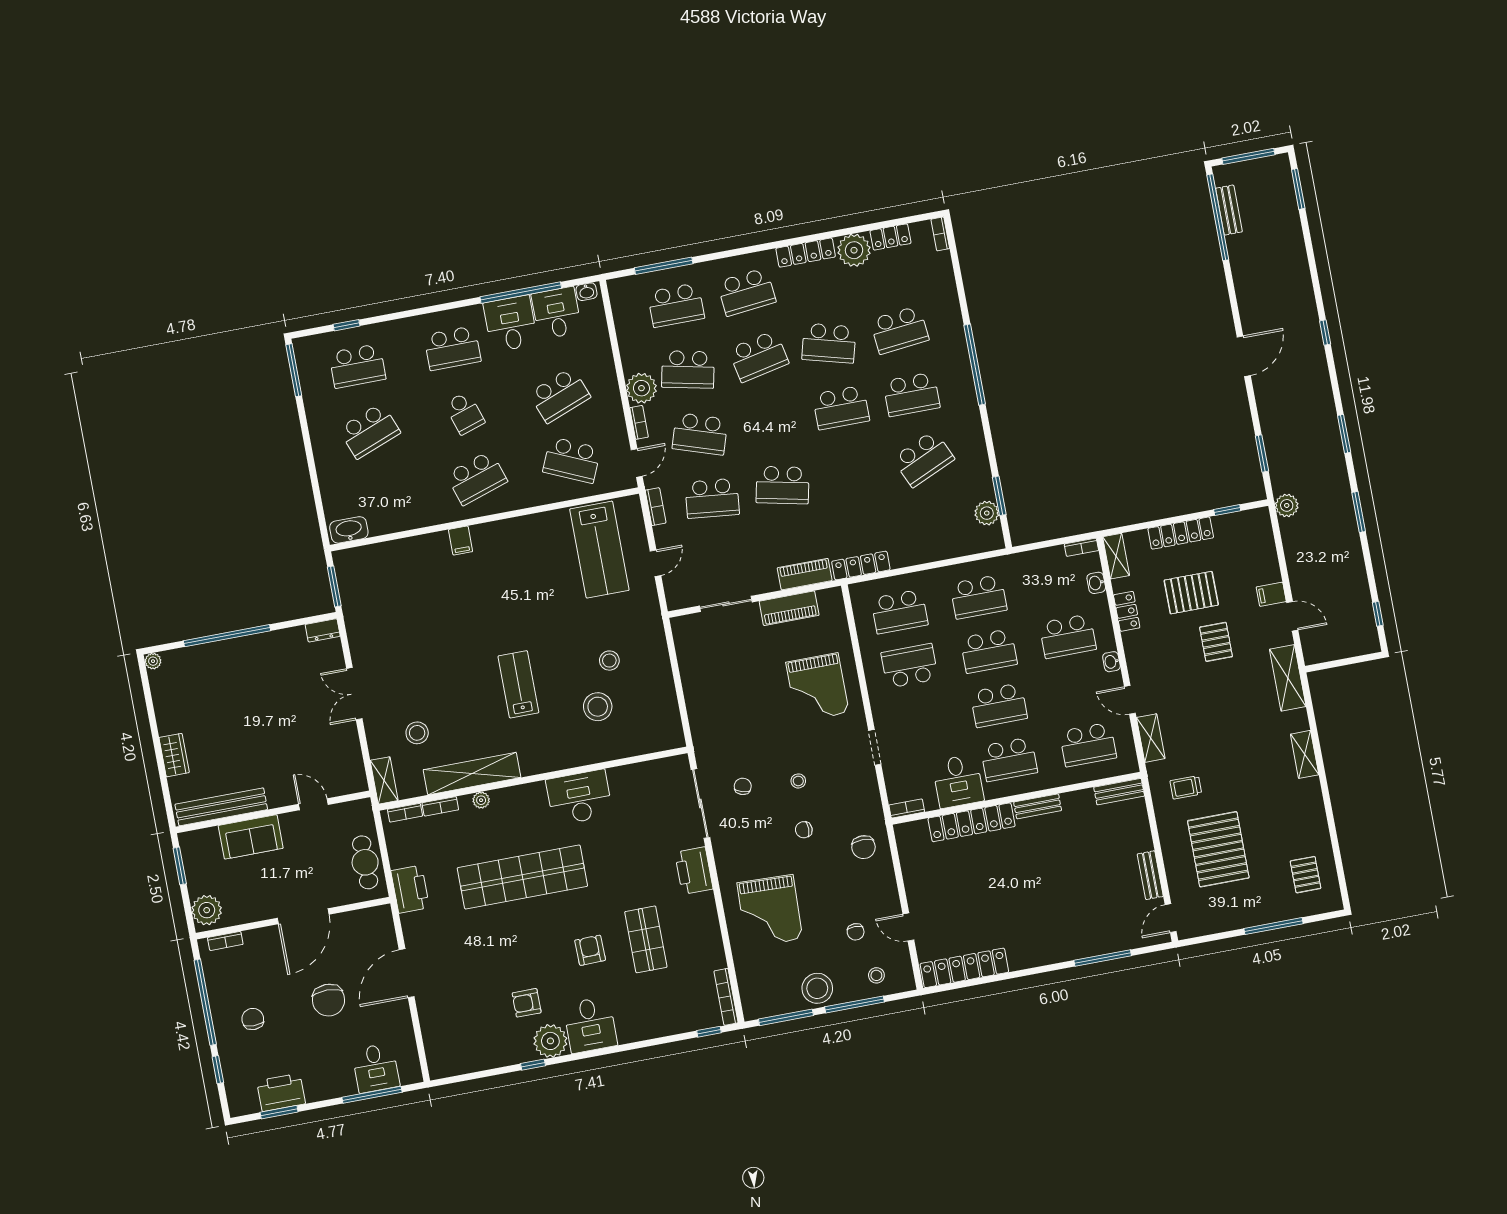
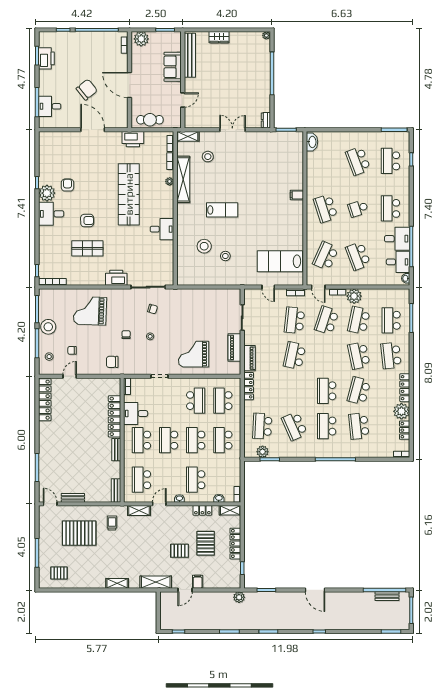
school desk: (936, 523) -> (262, 426), added
desk: (579, 797) -> (162, 229), width x0.73
chair: (328, 1000) -> (87, 90), turned 141
chair: (253, 1019) -> (84, 51), removed

